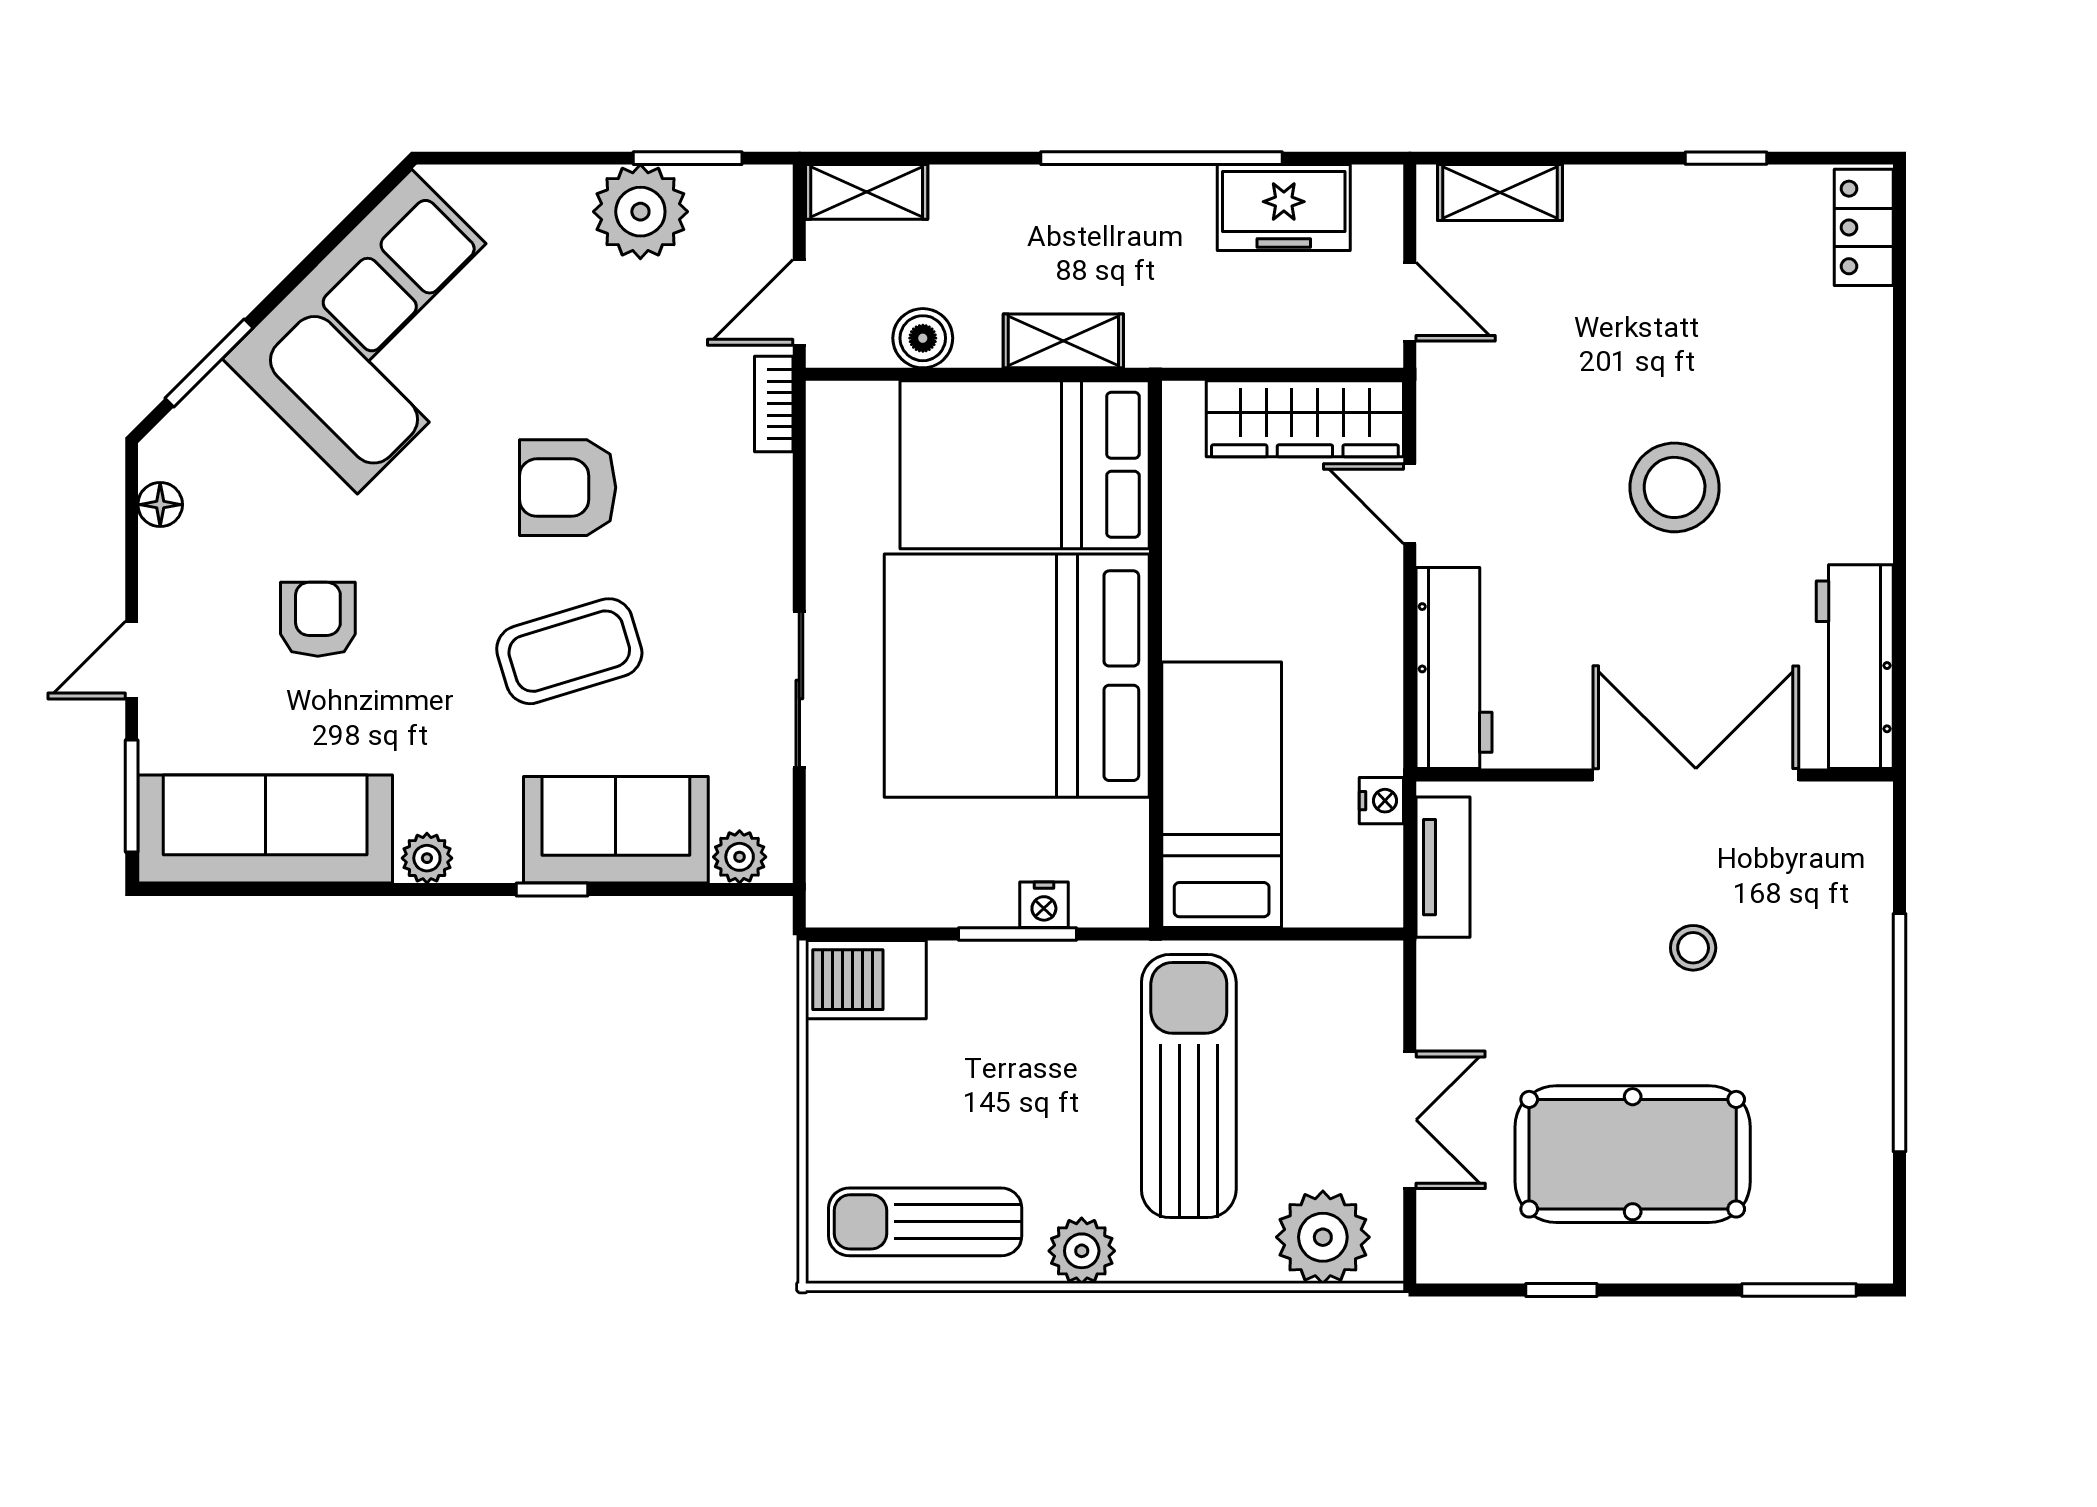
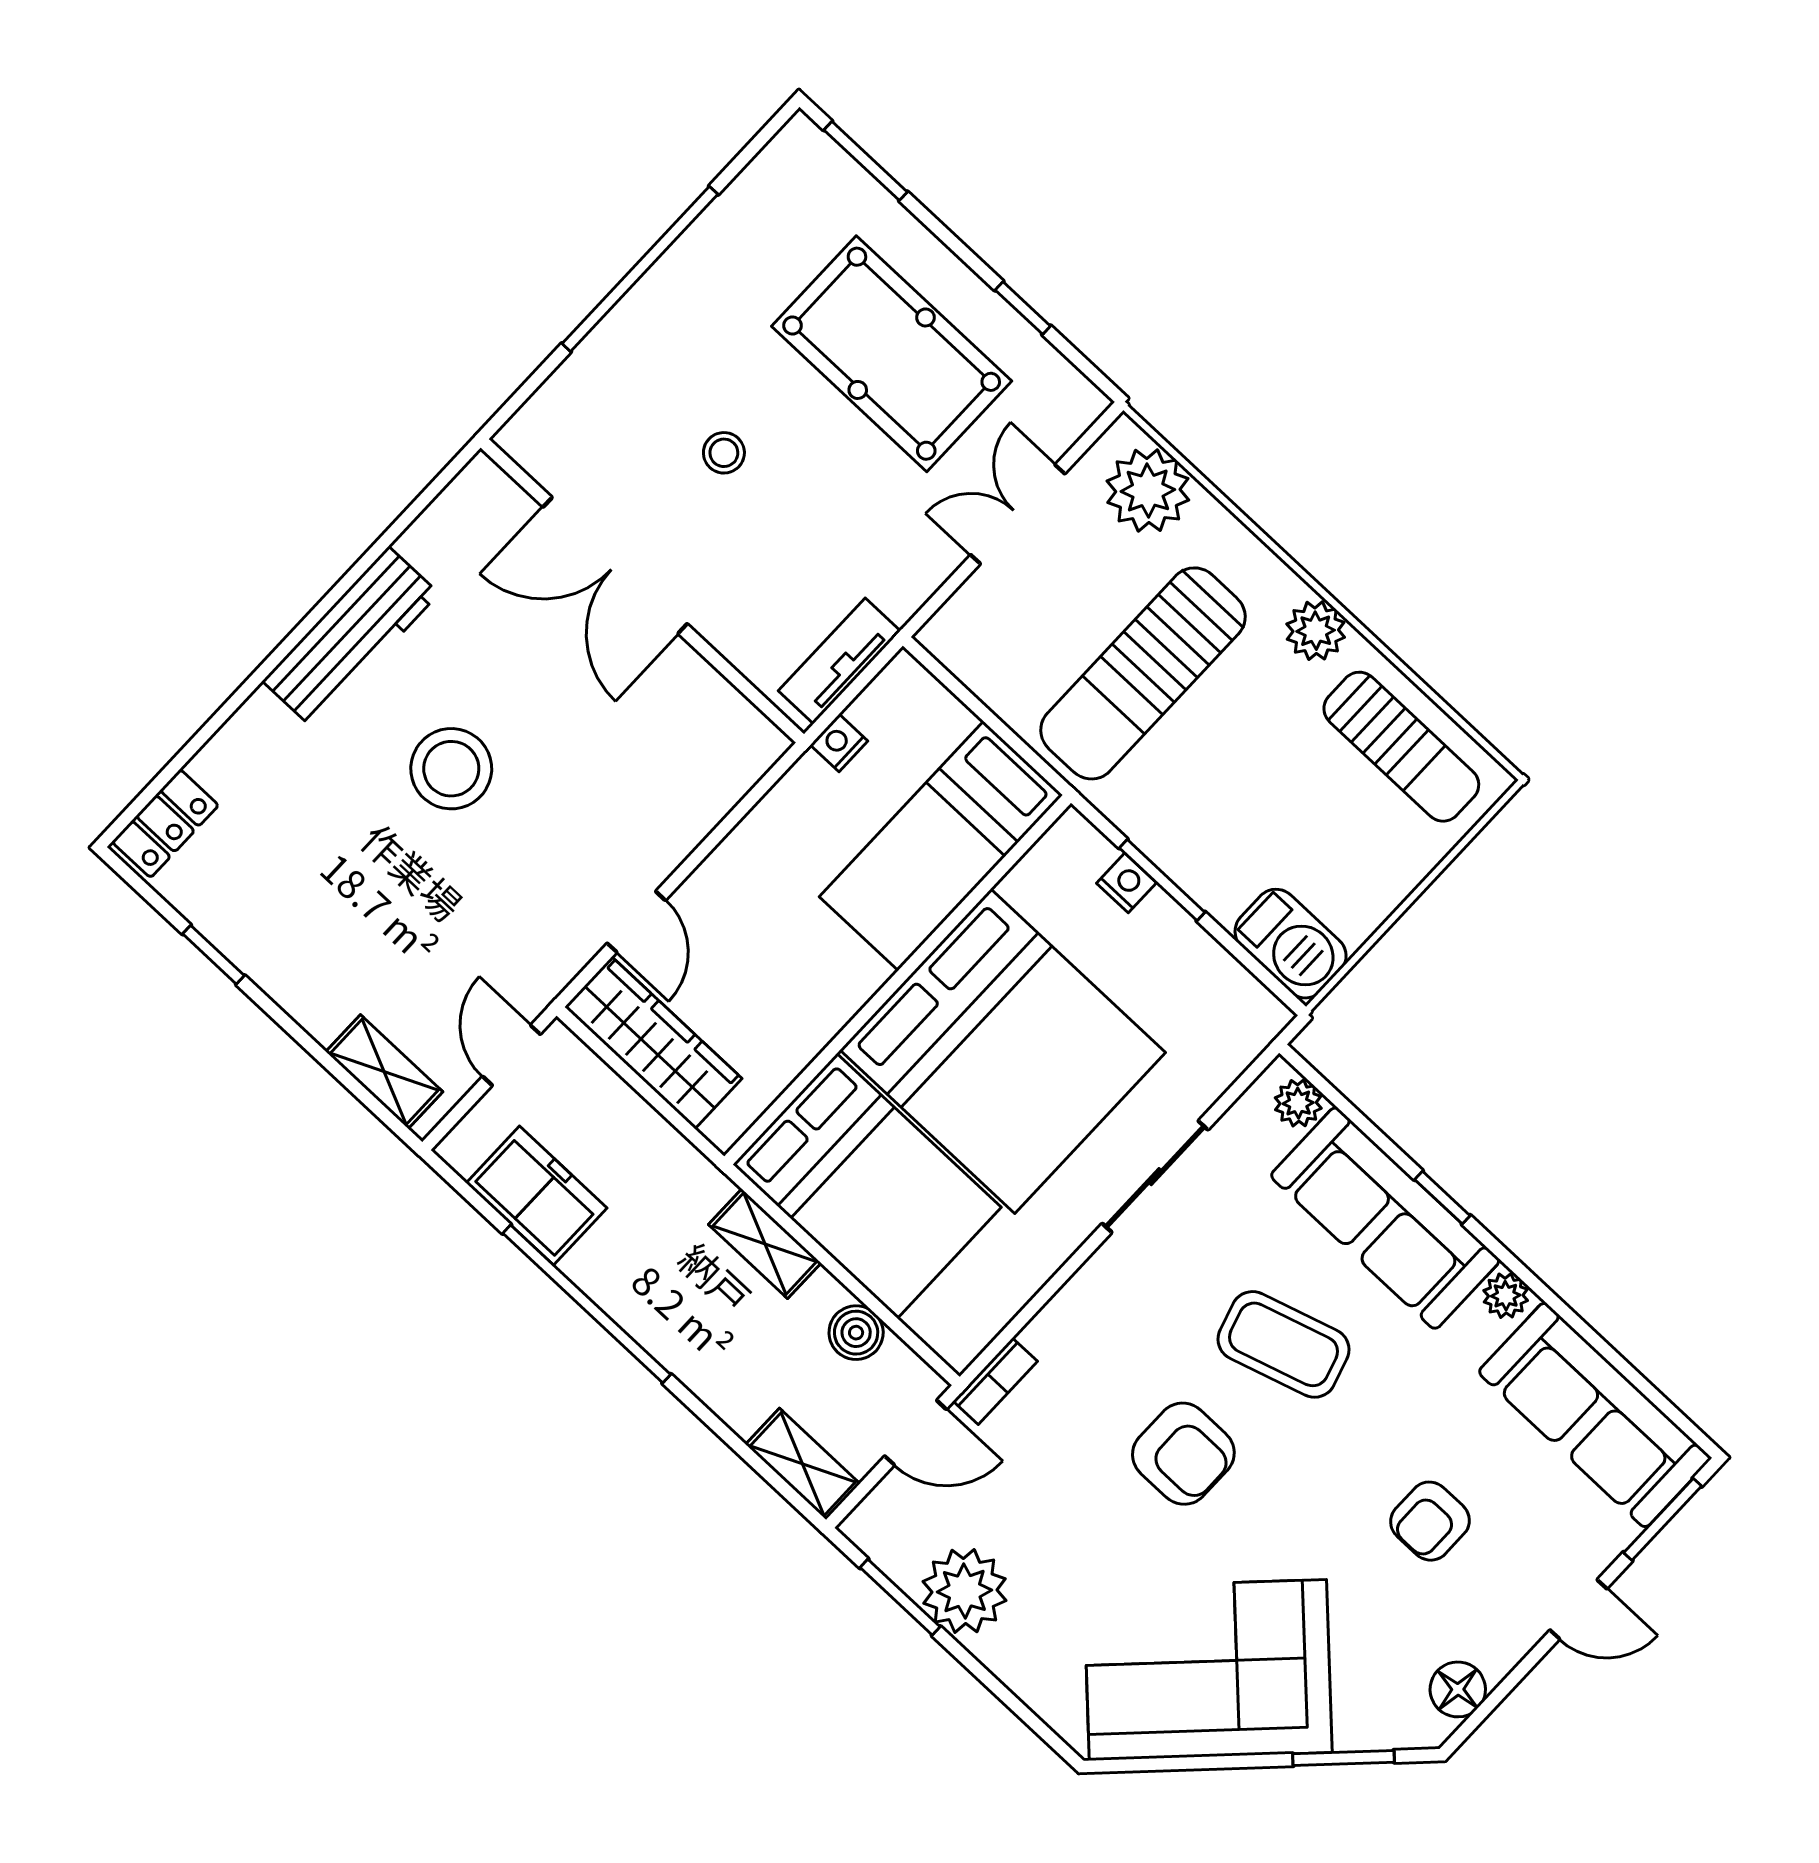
floor lamp: (160, 505) -> (1458, 1689), width x1.37, depth x1.37
workbench: (1855, 667) -> (351, 637), moved
workbench: (1454, 668) -> (709, 786), removed
sofa: (616, 830) -> (1385, 1218), width x1.36

